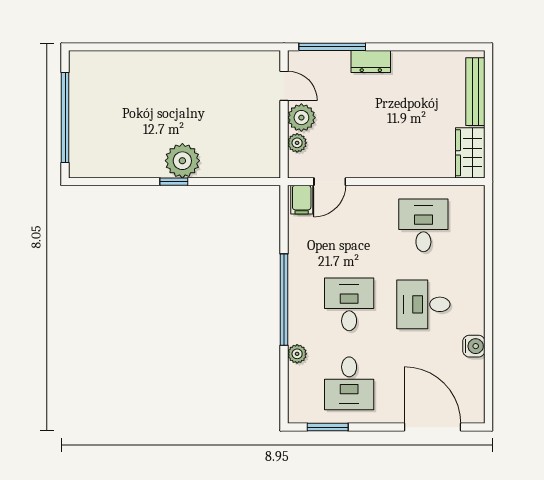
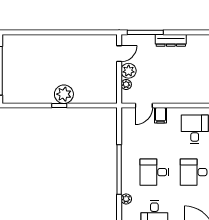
dresser: (371, 62) -> (171, 40), width x1.44
door: (284, 86) -> (119, 54), hinge flipped
filing cabinet: (302, 200) -> (161, 115), moved
desk: (349, 304) -> (154, 172), turned -90

